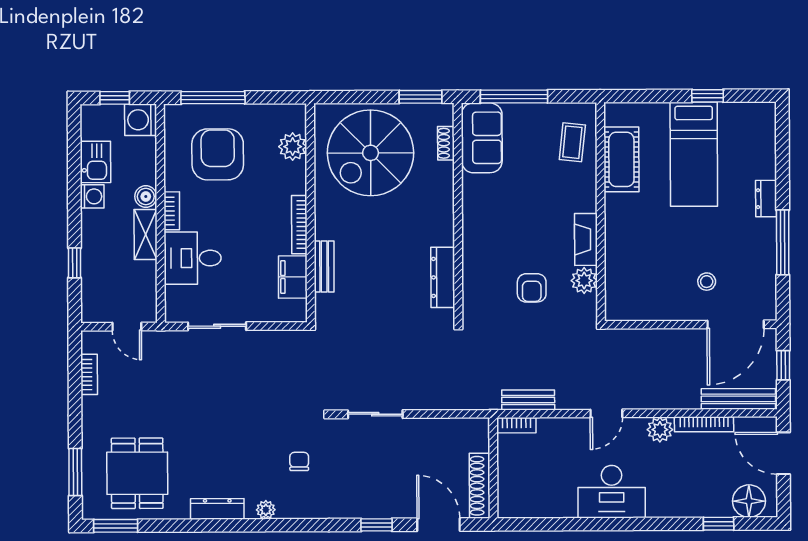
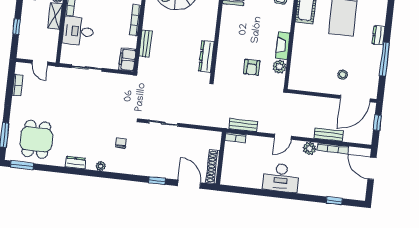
filing cabinet: (293, 277) -> (127, 60), moved
bench: (738, 399) -> (329, 135), moved, width x0.73
floor lamp: (749, 501) -> (351, 191), removed
dresser: (217, 509) -> (76, 163), width x0.70

